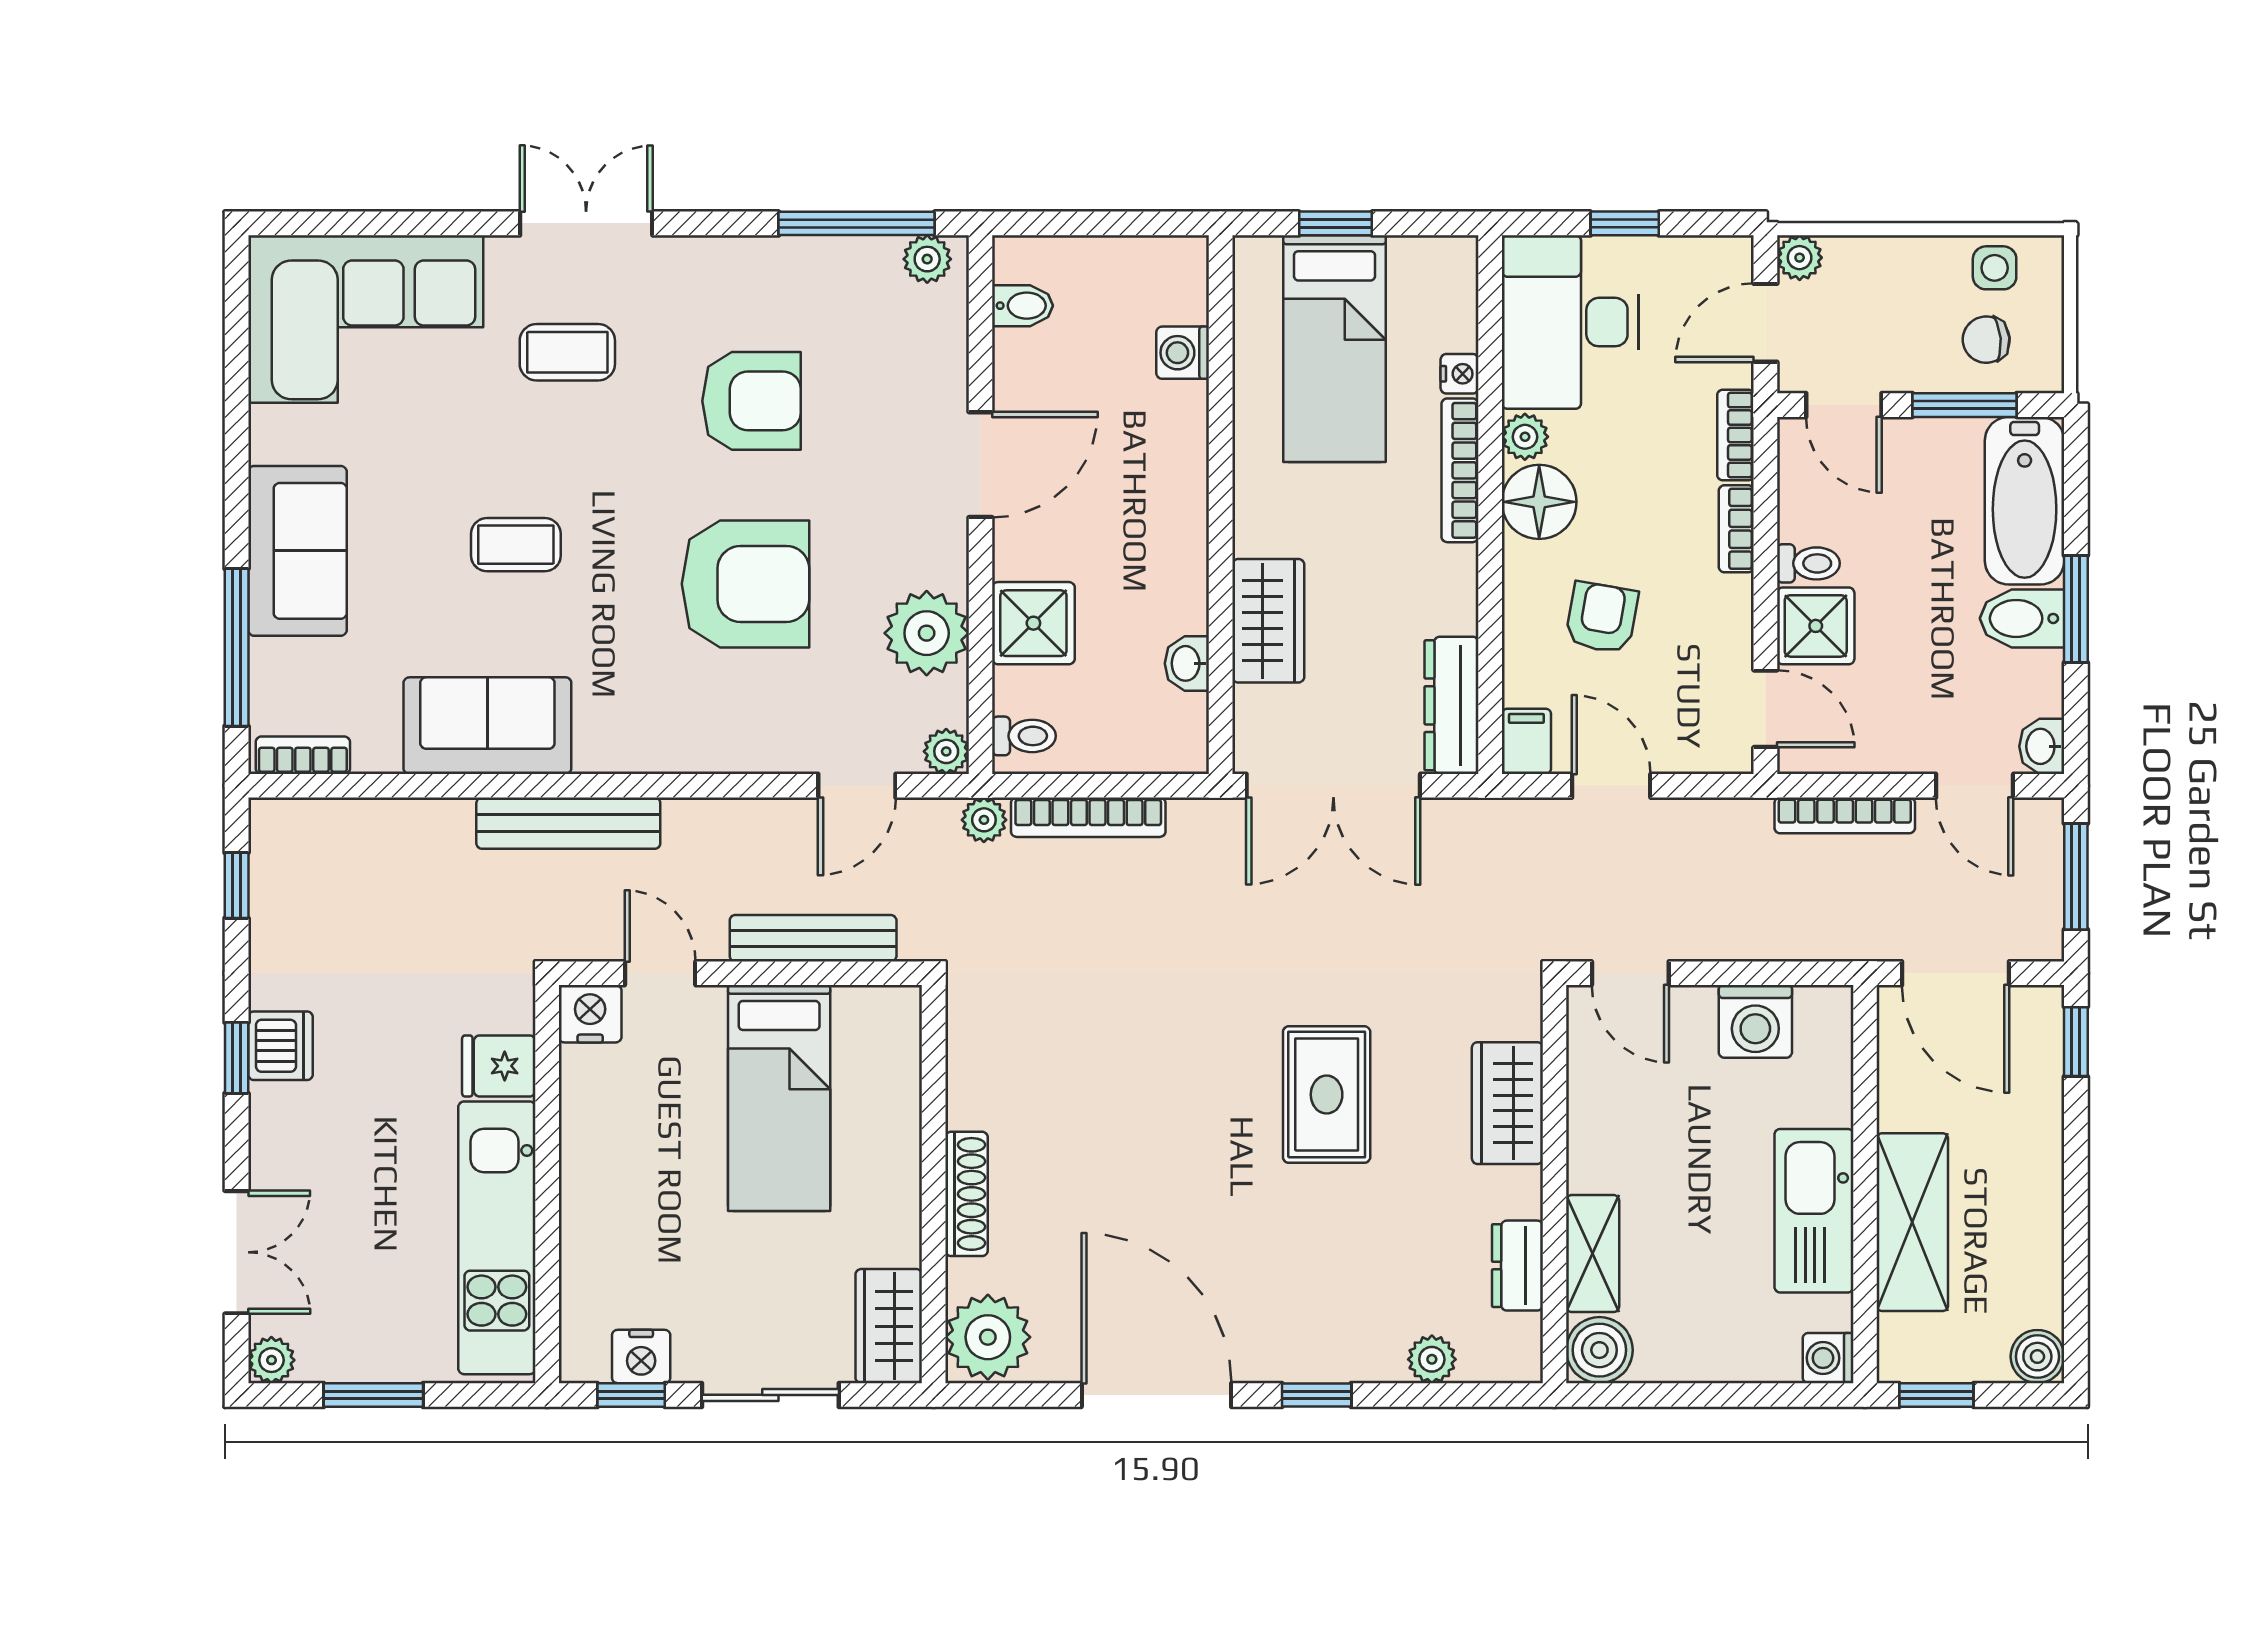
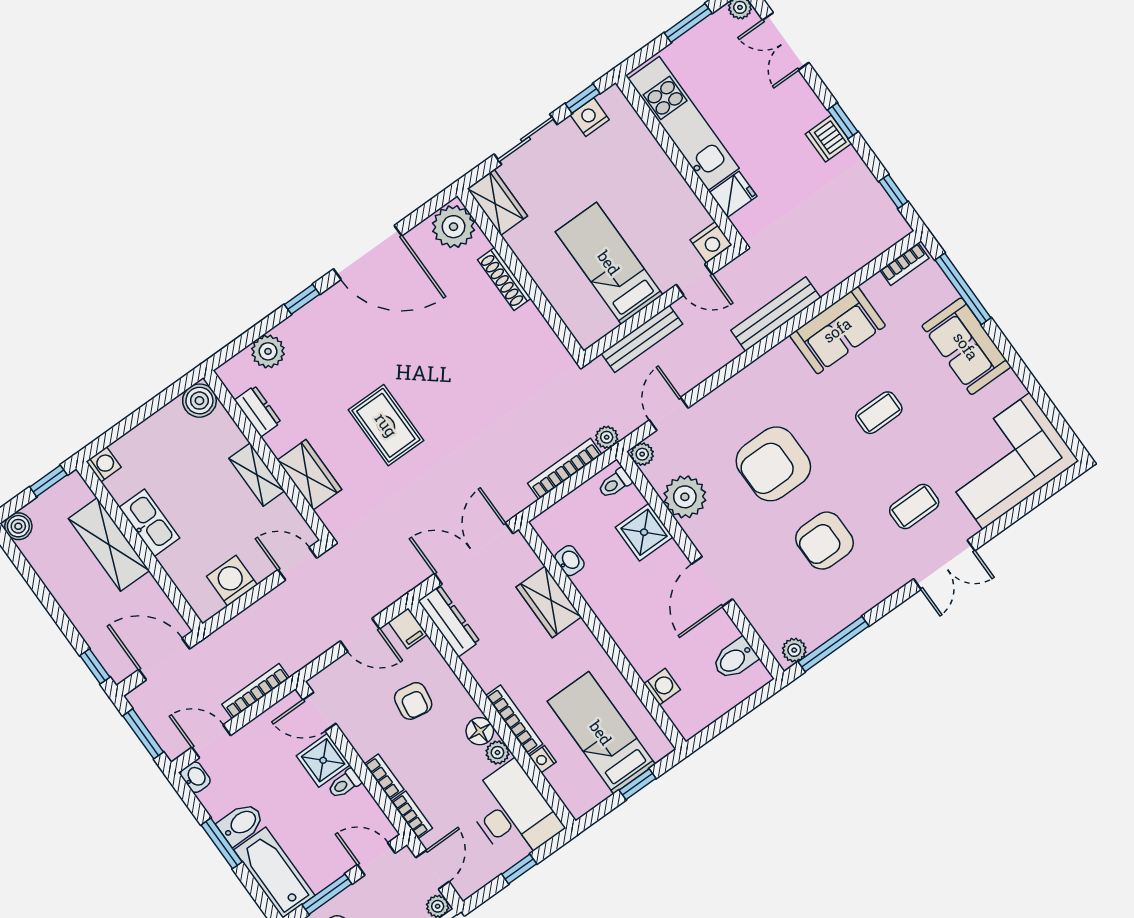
bidet: (1023, 306) -> (735, 659), width x1.38, depth x1.36
floor lamp: (1539, 502) -> (480, 731), width x0.73, depth x0.73
kitchen sink: (1814, 1211) -> (149, 523), width x0.73, depth x0.81
shelving: (1593, 1254) -> (257, 475), moved
plant: (1432, 1359) -> (268, 351), width x1.38, depth x1.38

